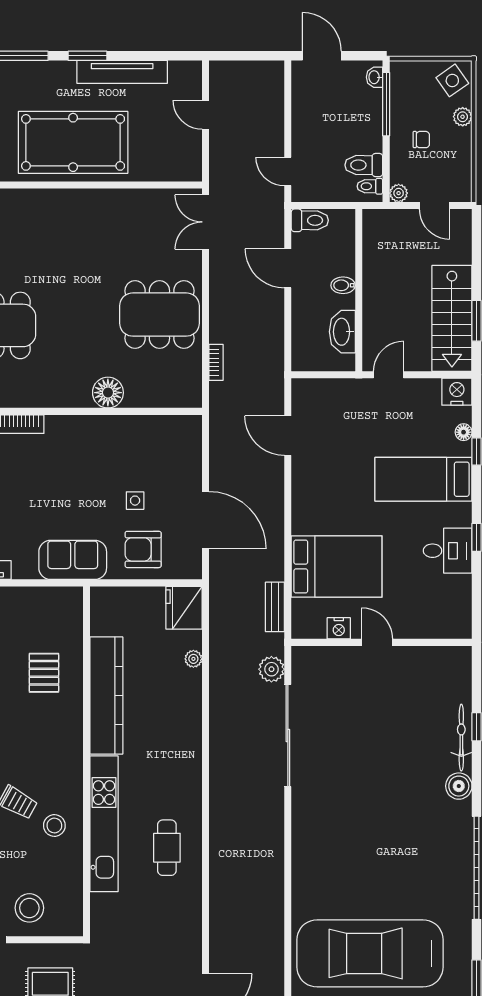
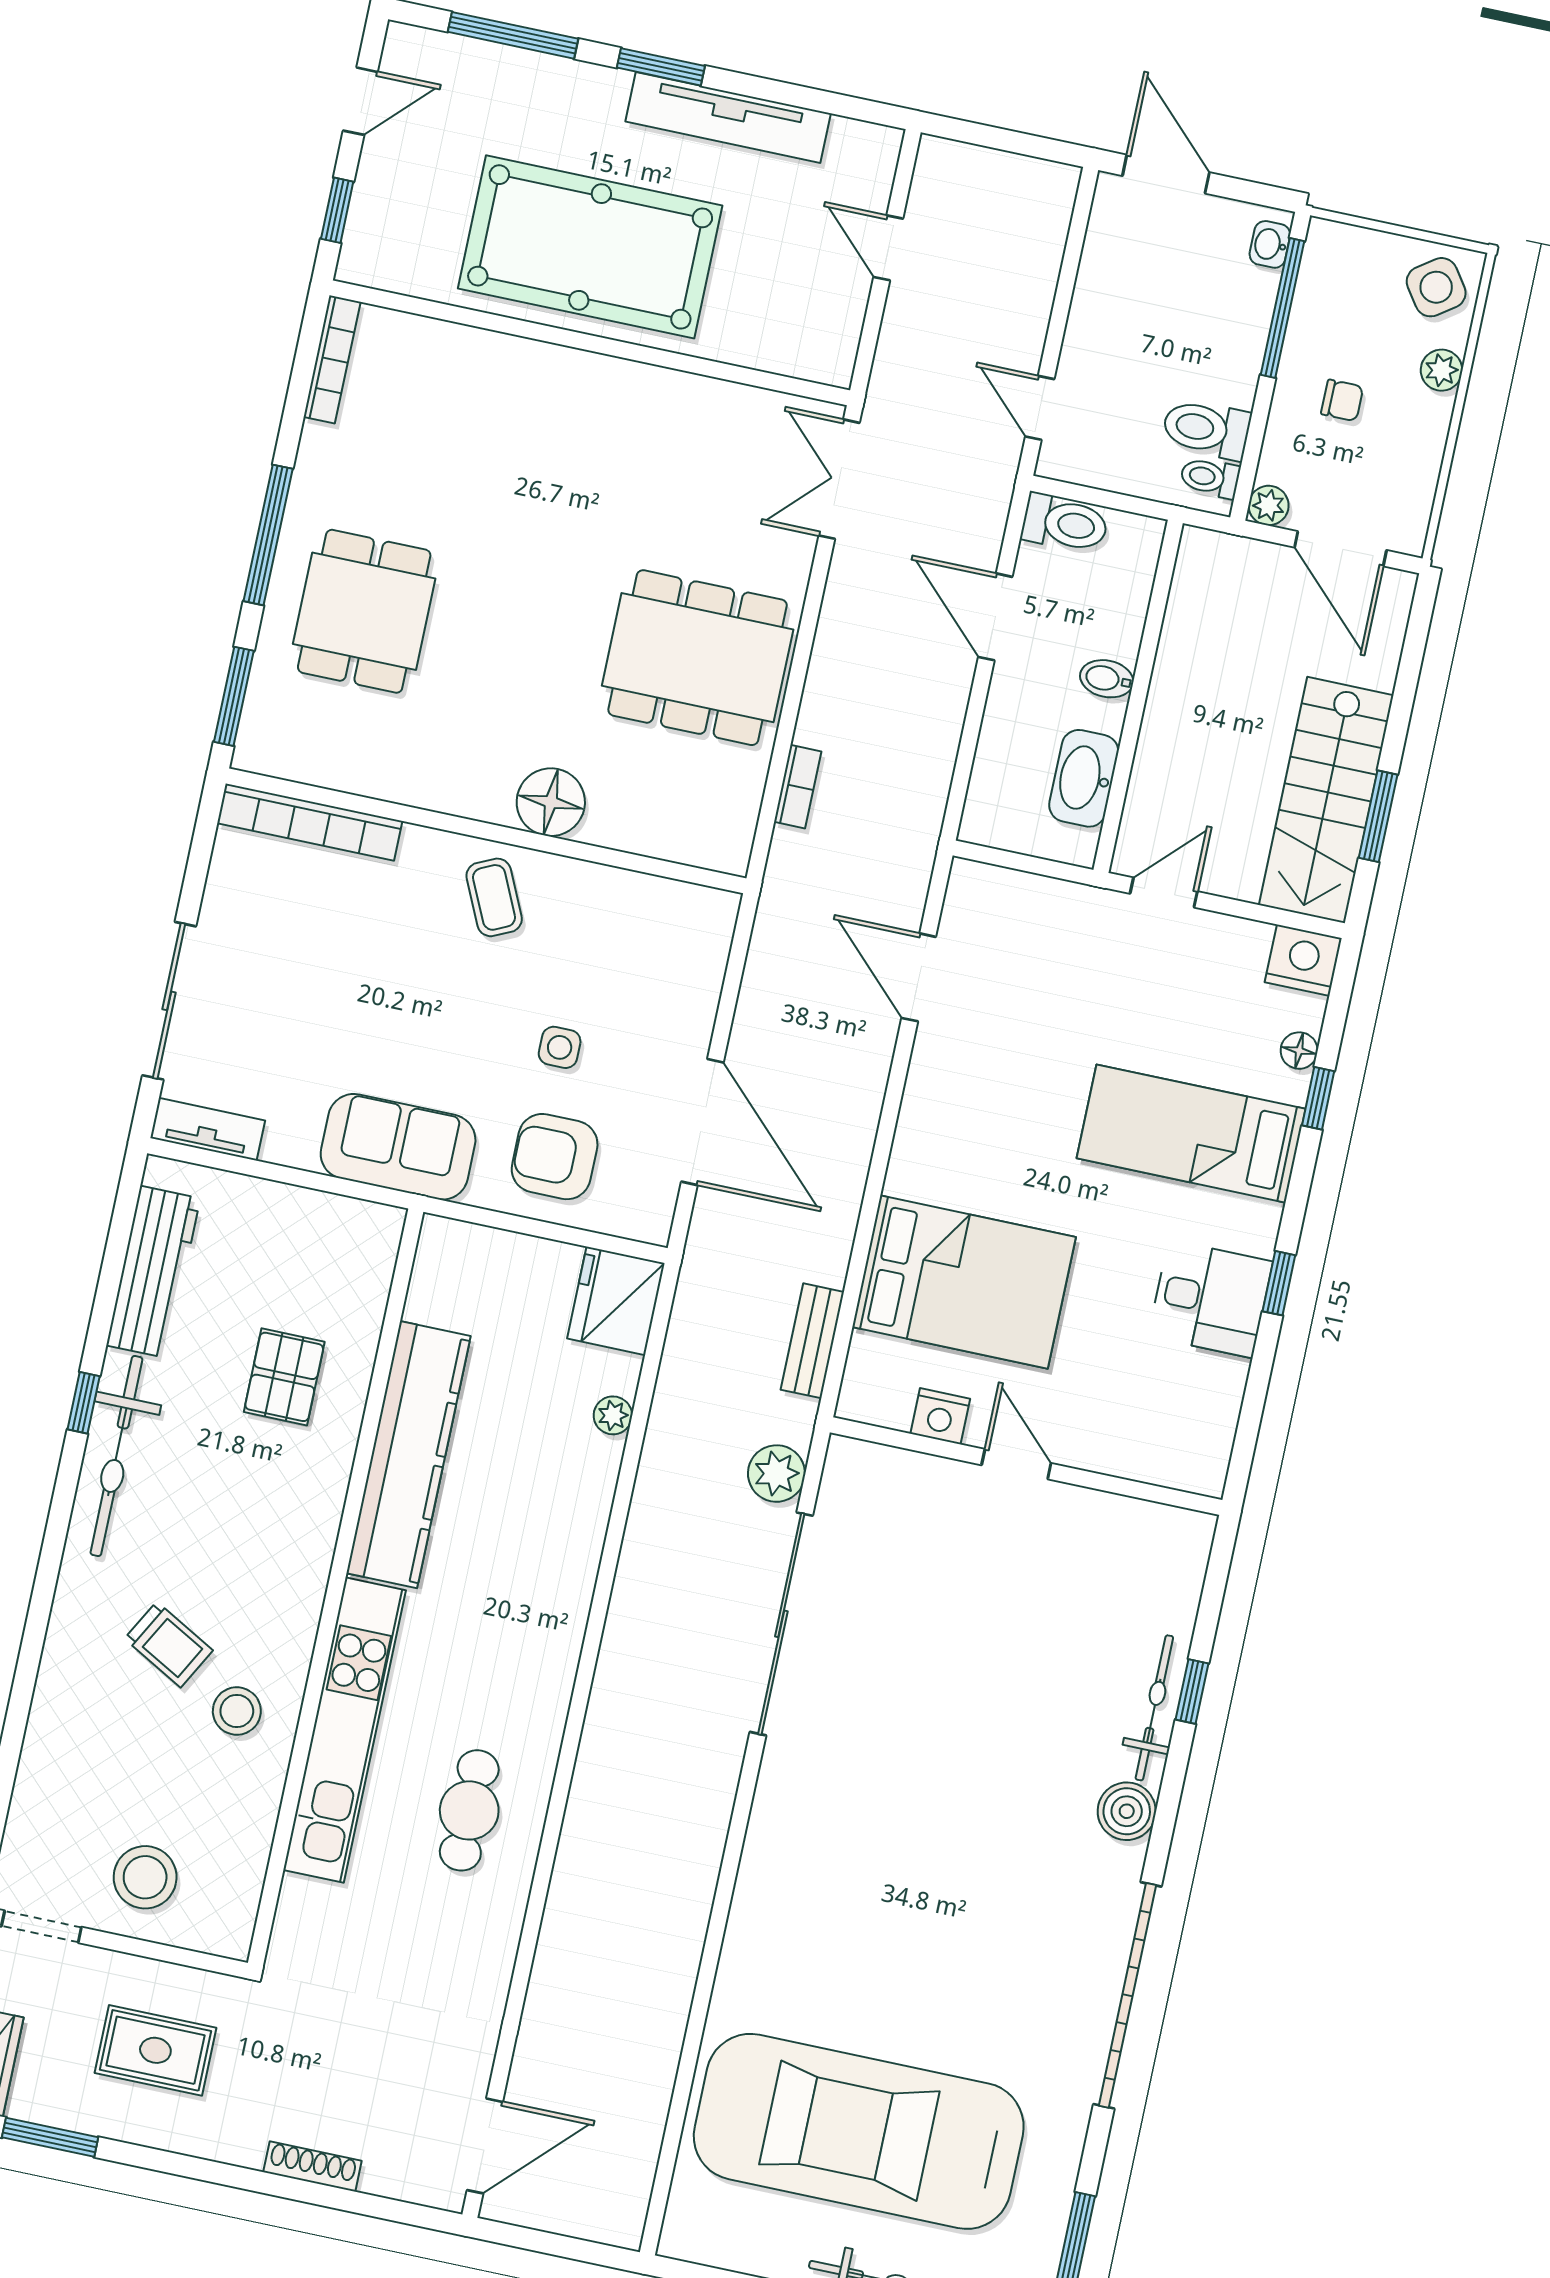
door: (435, 206) -> (1340, 549), width x1.38
coffee table: (92, 440) -> (494, 897), added

